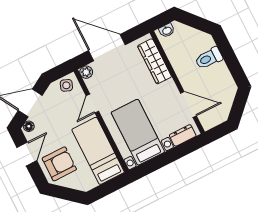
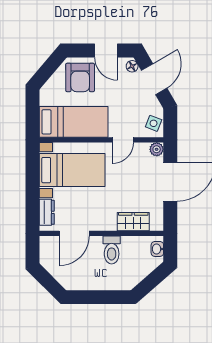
toilet: (209, 58) -> (112, 250), moved, turned 180
wardrobe: (155, 61) -> (133, 222), width x0.67
door: (92, 104) -> (123, 140), swing flipped

